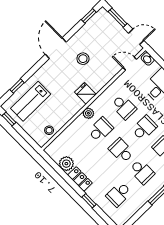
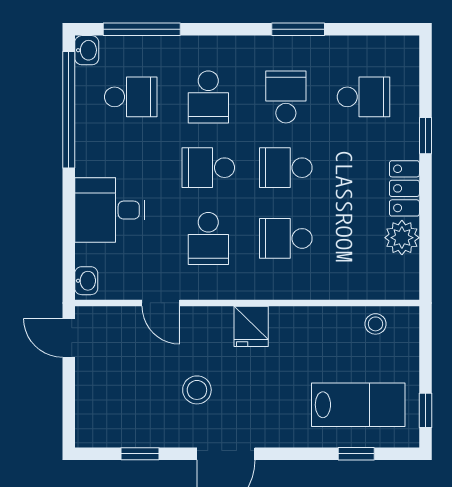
window: (89, 16) -> (140, 454), moved
window: (118, 18) -> (69, 402), removed
door: (130, 63) -> (161, 303), moved
school desk: (124, 107) -> (208, 238), turned 180
plant: (88, 113) -> (280, 287), removed
school desk: (121, 151) -> (286, 168), turned 90

